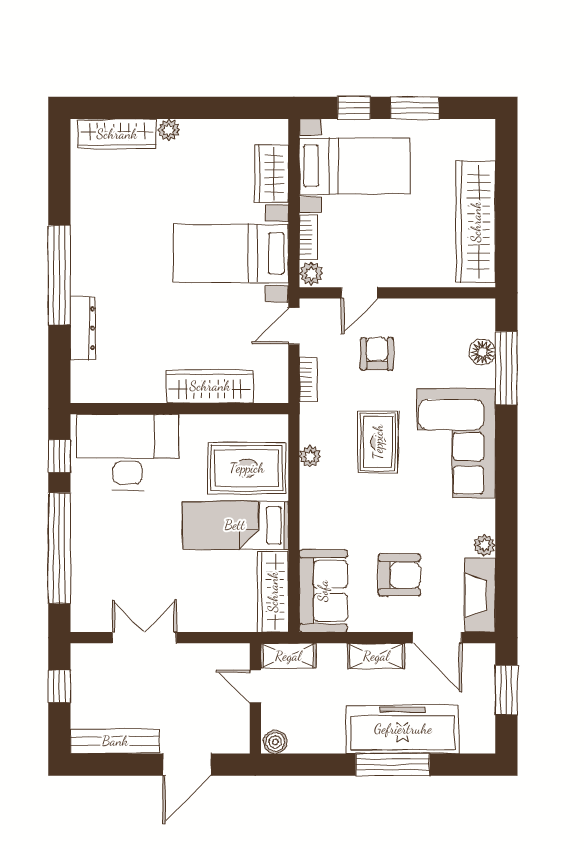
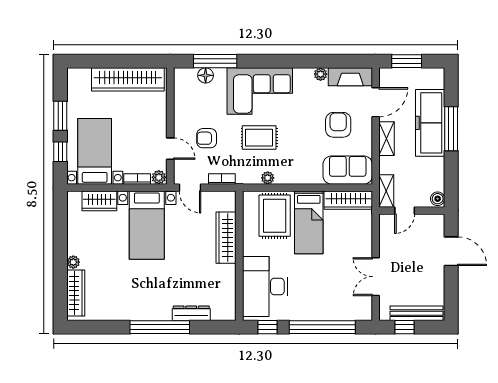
bench: (115, 741) -> (417, 313), moved, turned 90

